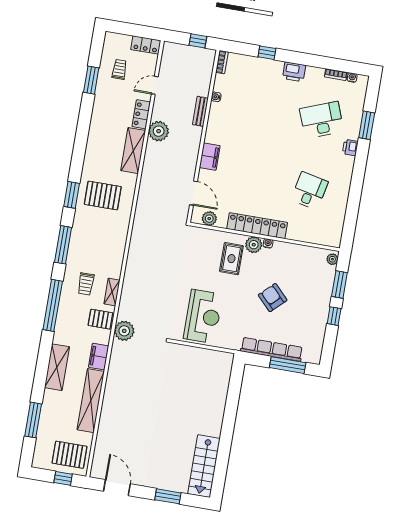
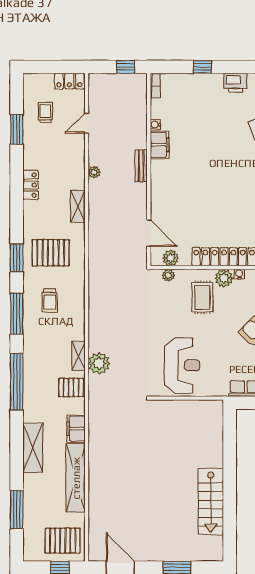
bench: (200, 111) -> (141, 166), moved
locker: (141, 114) -> (31, 185), moved, turned 180
plant: (159, 131) -> (94, 172), width x0.53, depth x0.53
shelving: (133, 151) -> (78, 206), width x0.67, depth x0.75
filing cabinet: (210, 157) -> (160, 145), moved
plant: (205, 234) -> (168, 275), added
trolley: (86, 284) -> (50, 300), moved
plant: (124, 331) -> (99, 363), moved
stairs: (204, 466) -> (211, 502), moved

